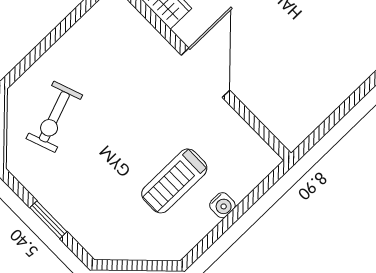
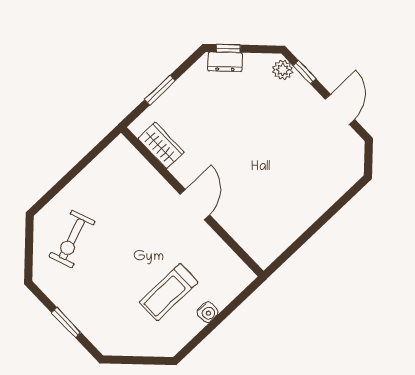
door: (206, 73) -> (195, 205), width x0.73

